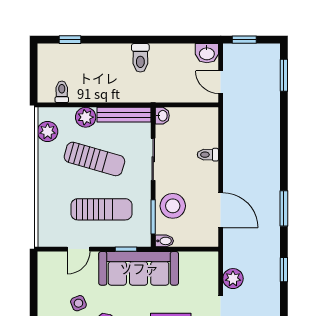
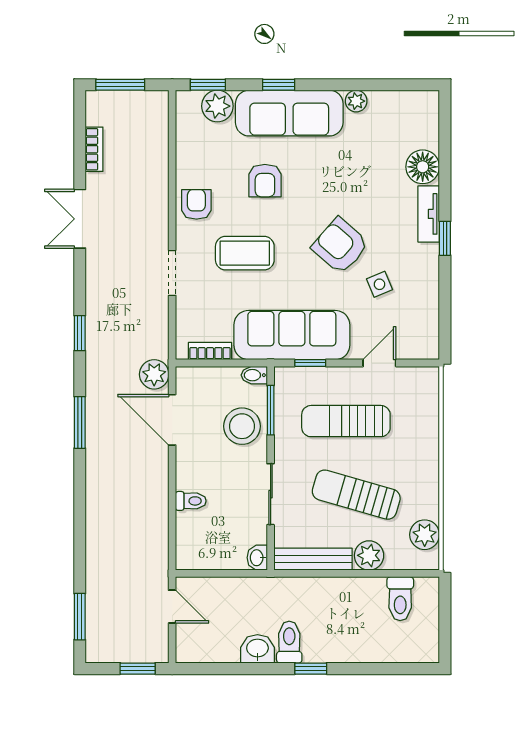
window: (70, 40) -> (311, 669), moved
washbasin: (207, 53) -> (257, 649), moved
toilet: (62, 92) -> (400, 599), width x1.37, depth x1.39
bookcase: (195, 257) -> (210, 351), added
plant: (233, 279) -> (154, 374), moved

